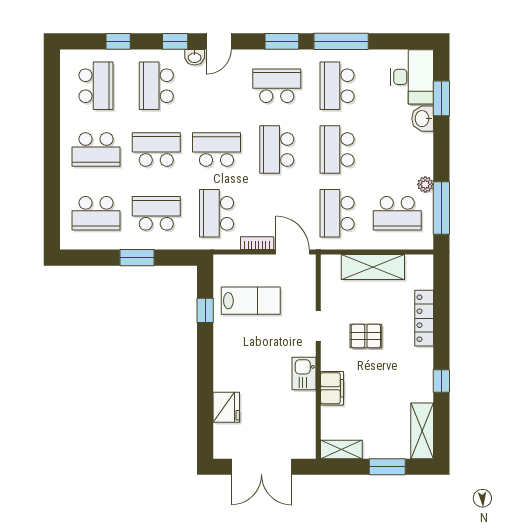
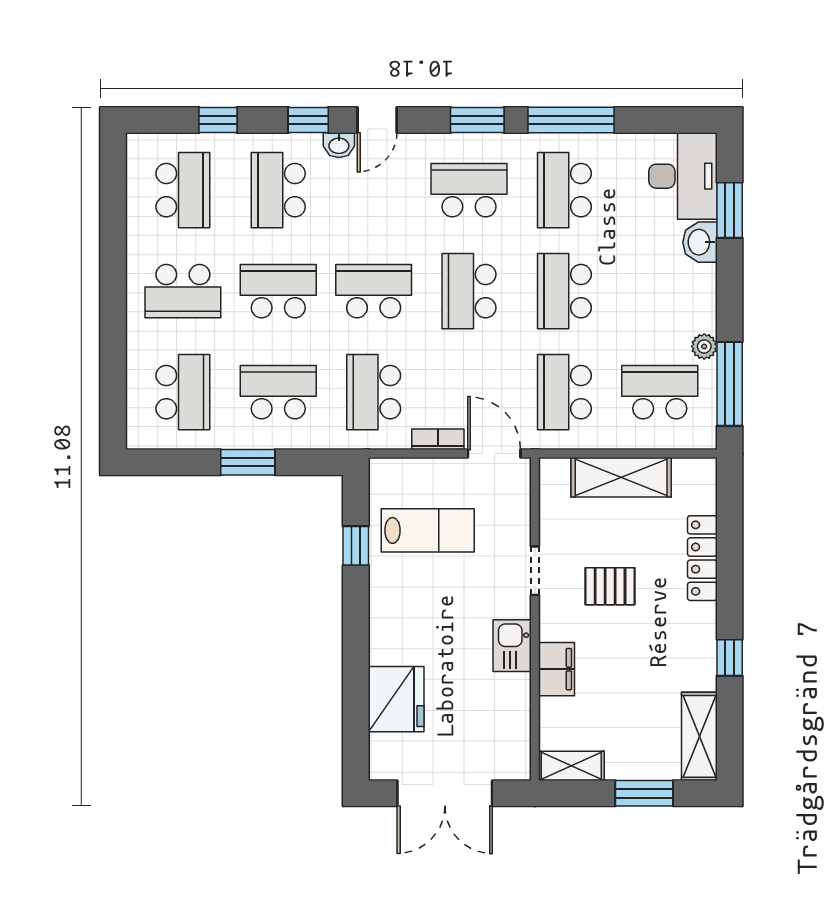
school desk: (96, 213) -> (183, 392), turned -90
school desk: (397, 213) -> (660, 392), turned 180
fridge: (226, 407) -> (396, 699), width x1.36, depth x1.34

